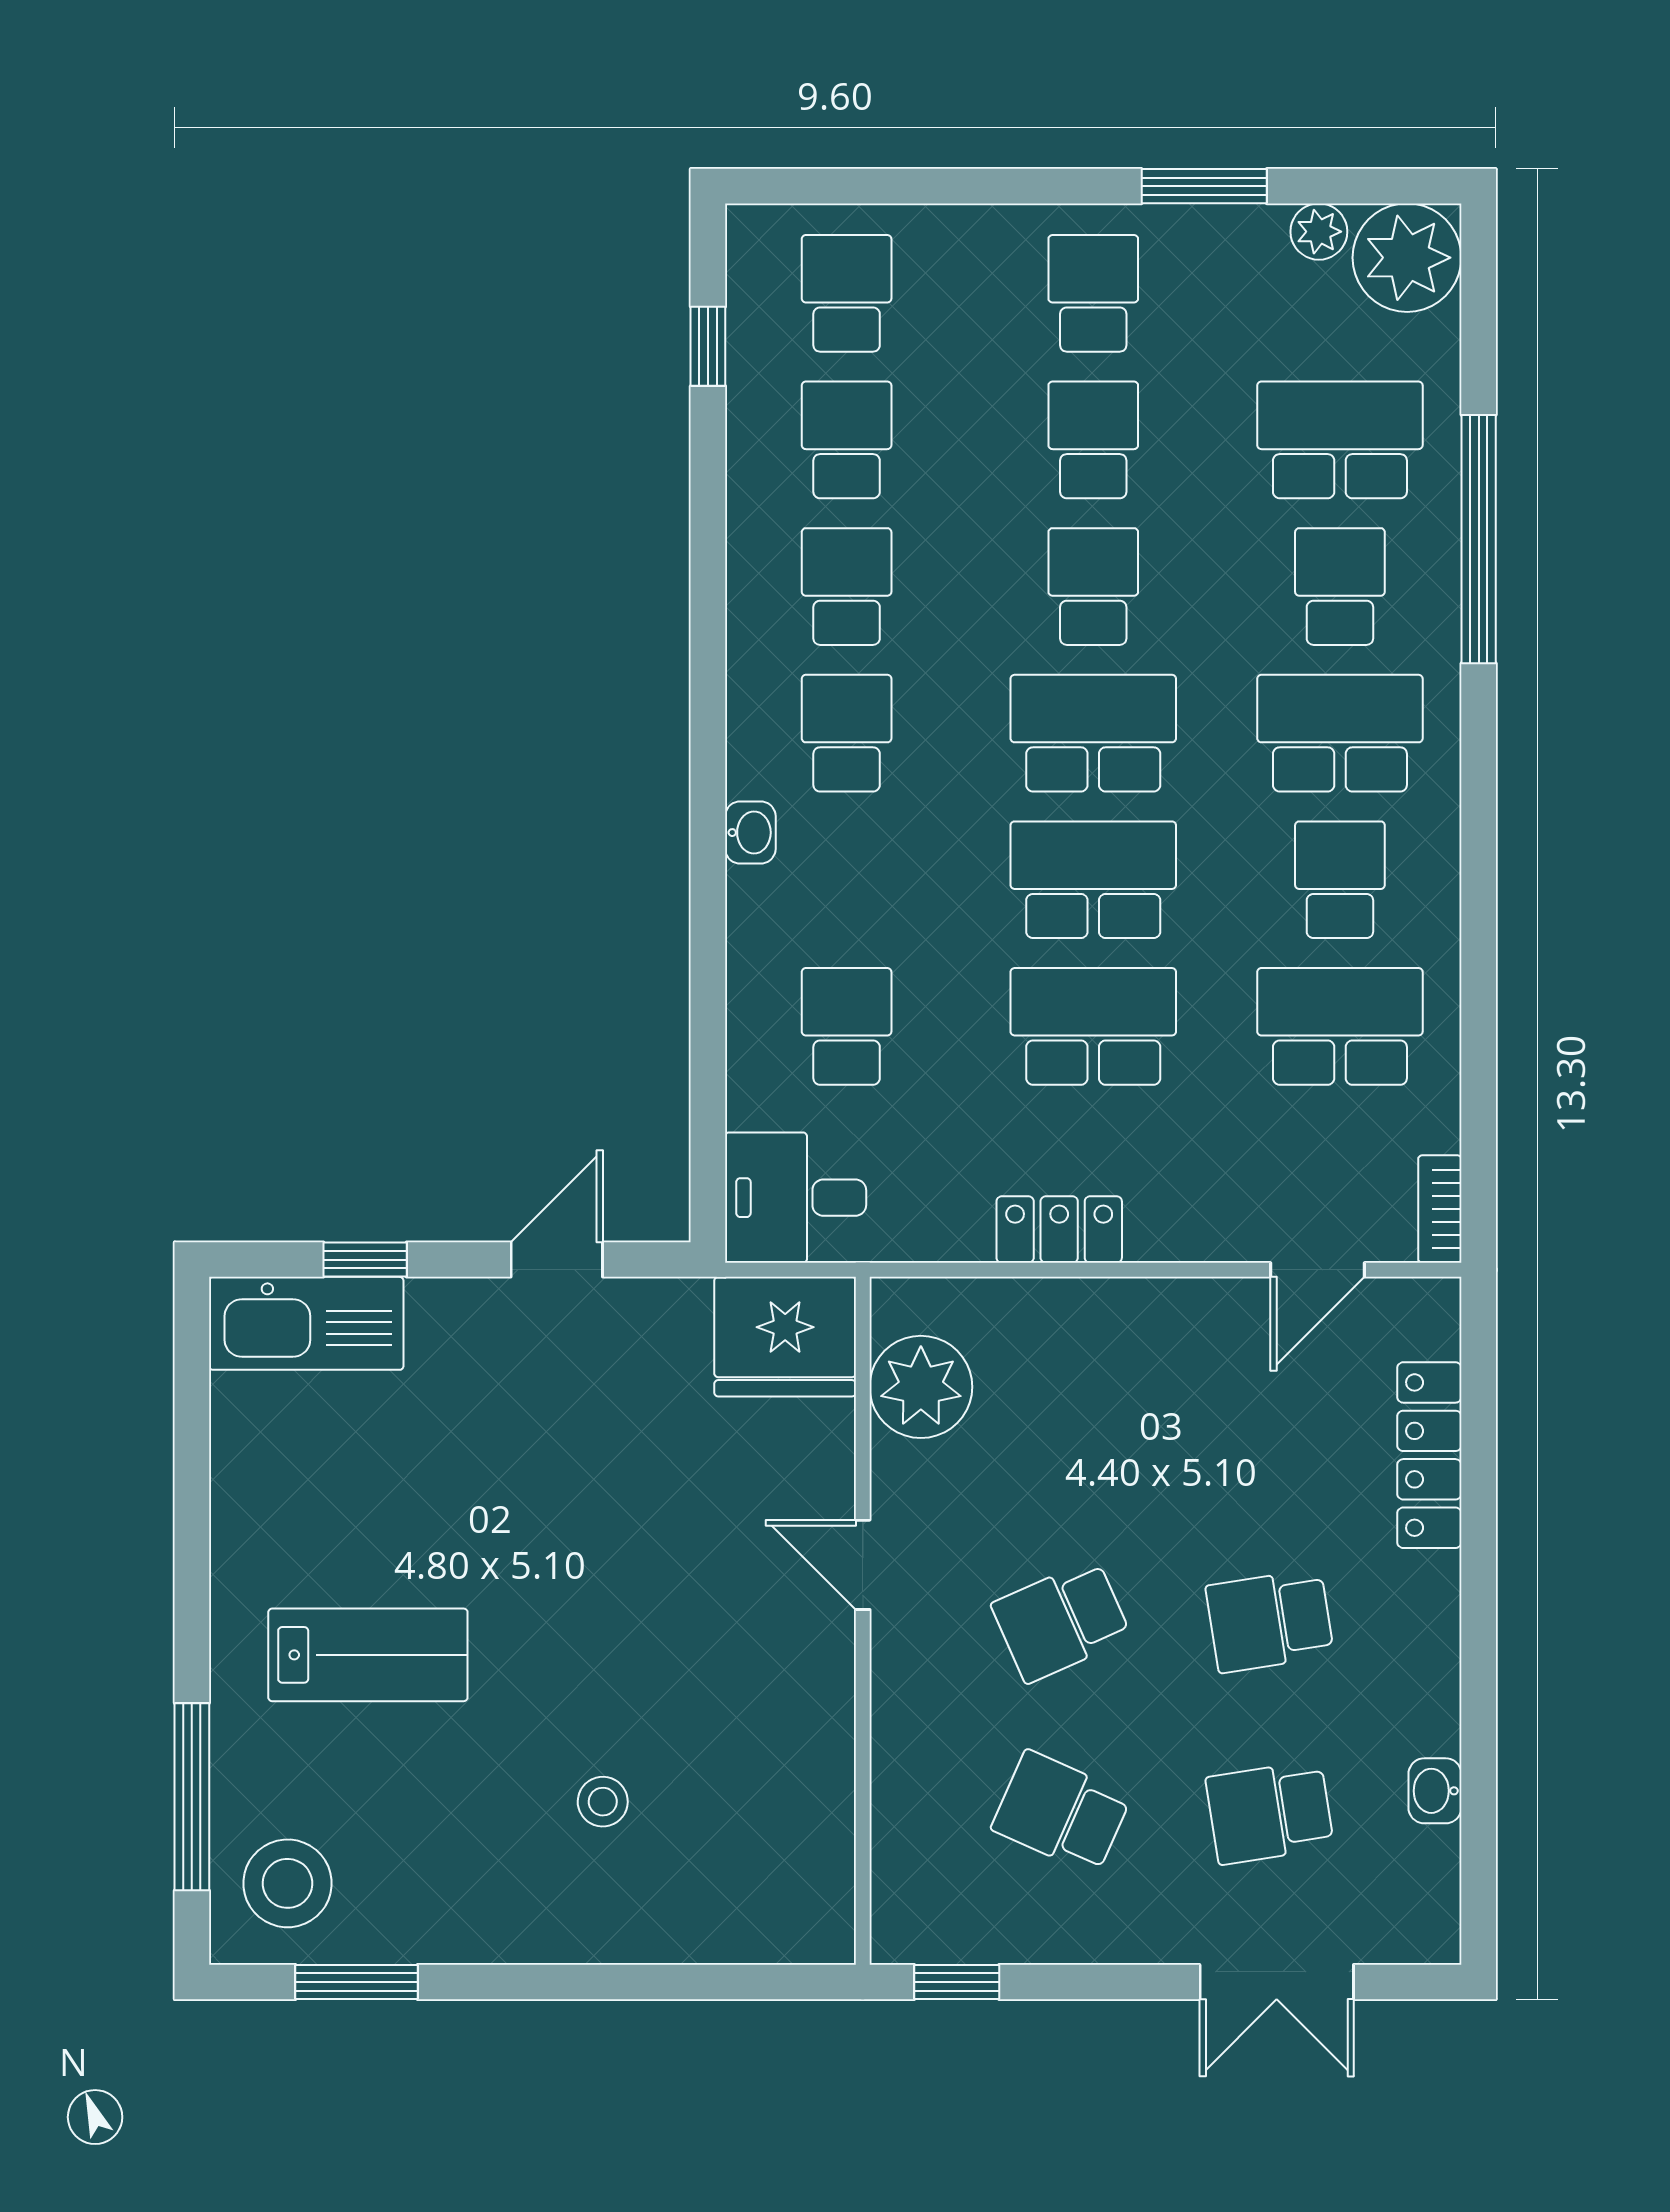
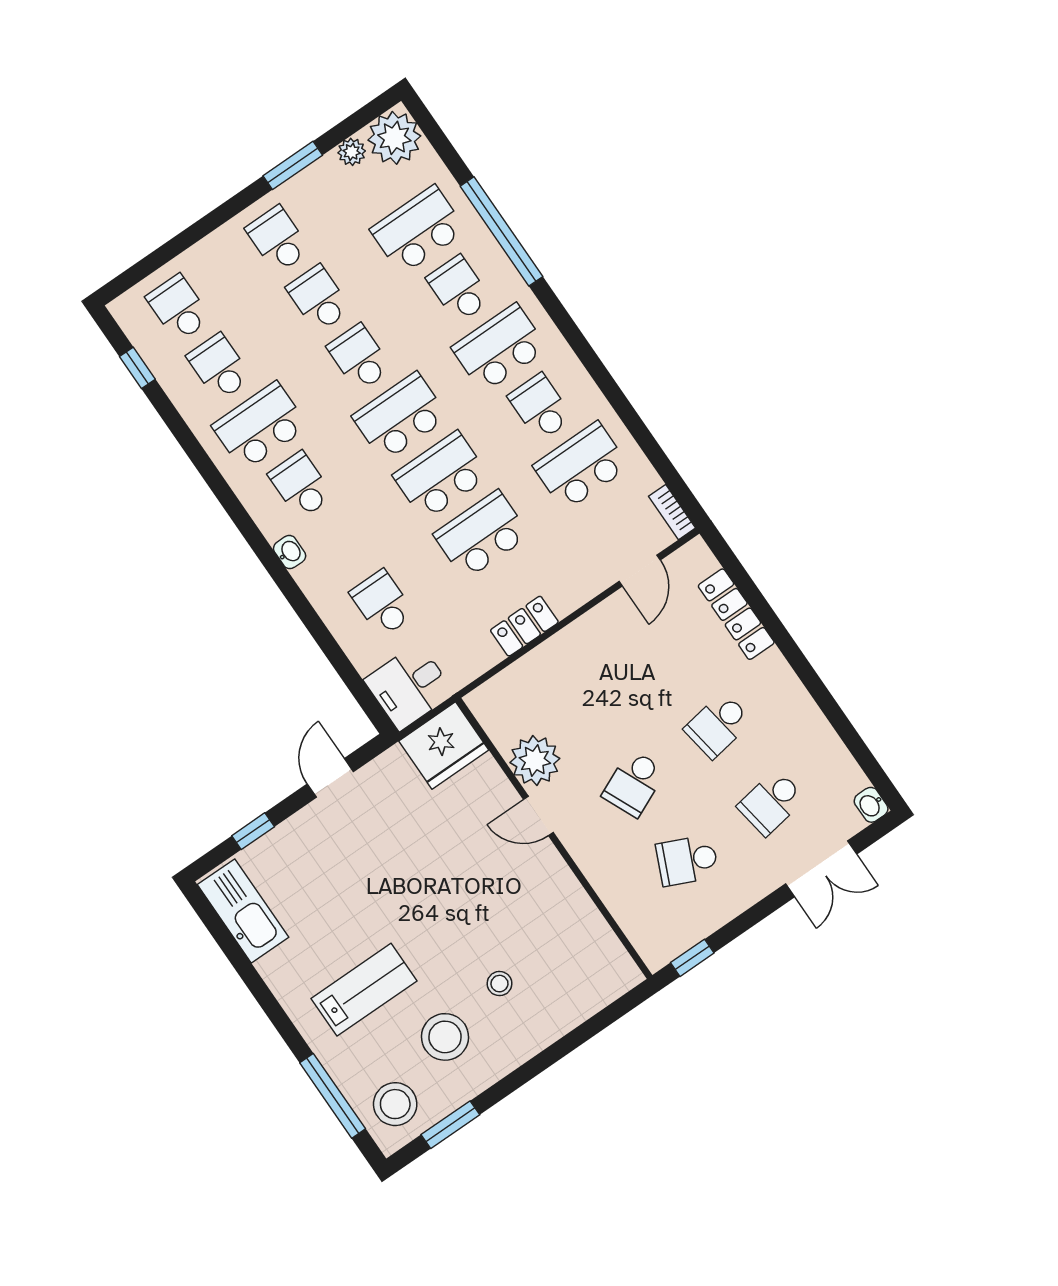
school desk: (847, 587) -> (260, 426), width x1.85
kitchen sink: (306, 1323) -> (243, 911), moved, turned -90
plant: (921, 1387) -> (535, 760), moved
washbasin: (1435, 1791) -> (871, 805), moved
stool: (449, 1828) -> (445, 1037), added

